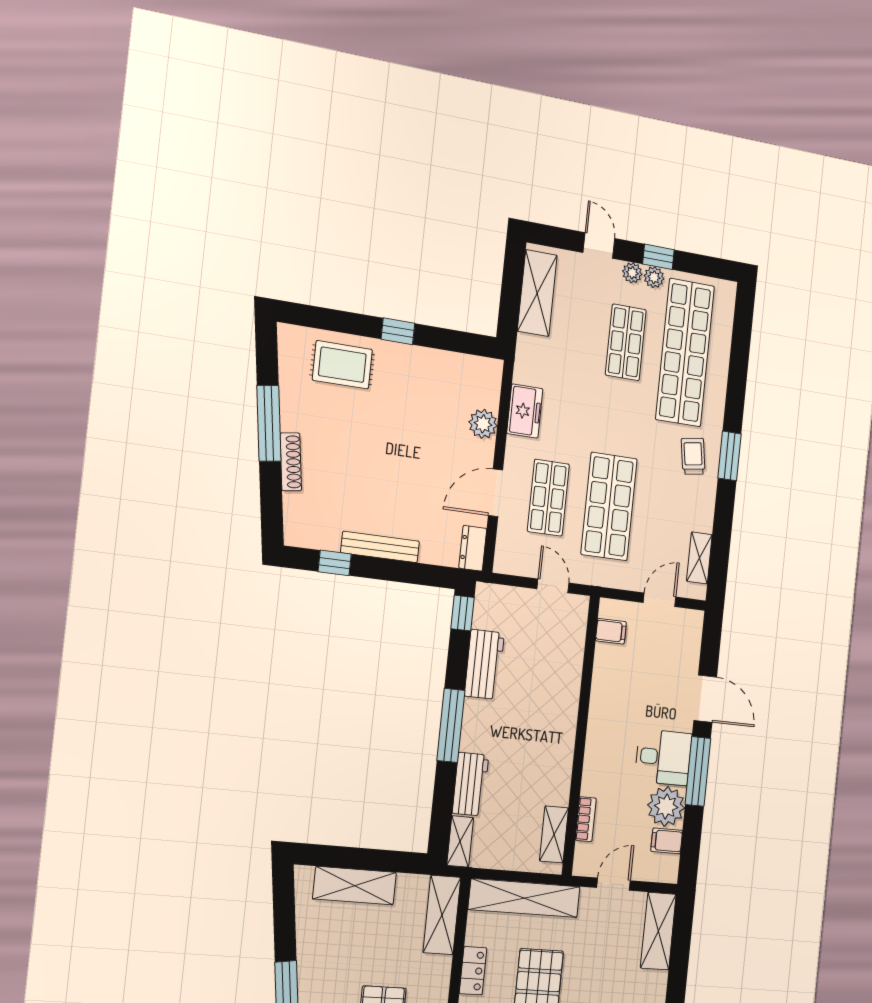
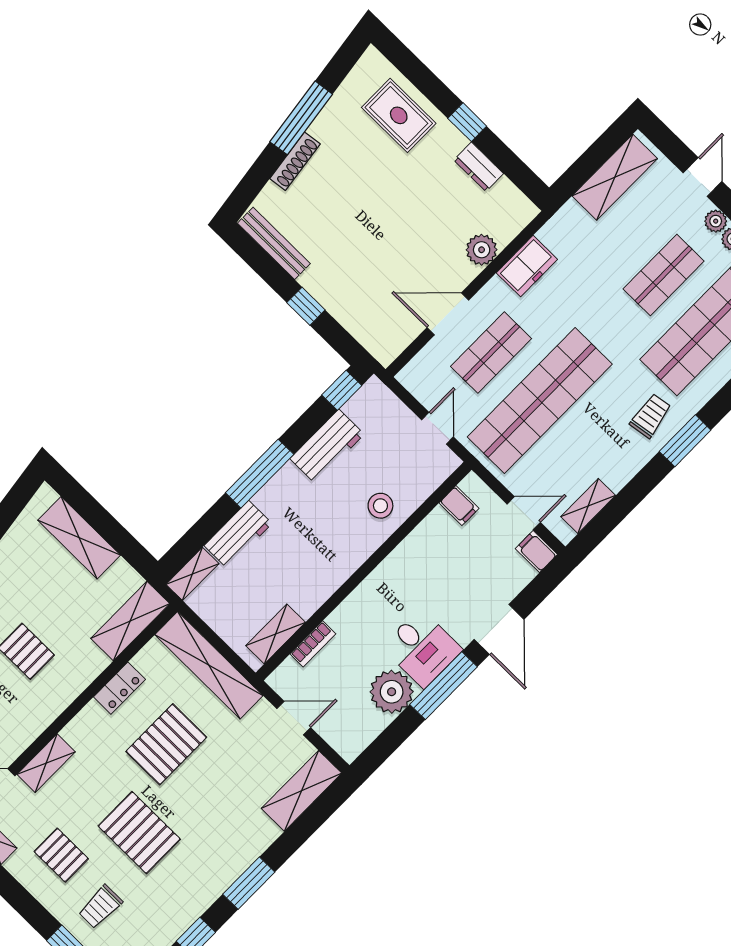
shop shelf: (609, 507) -> (540, 400), width x1.40
bench: (380, 547) -> (274, 243), moved
dresser: (473, 548) -> (479, 167), moved, turned -90
window: (335, 563) -> (306, 306), moved
stool: (556, 677) -> (380, 506), added
filing cabinet: (667, 841) -> (536, 551), moved

